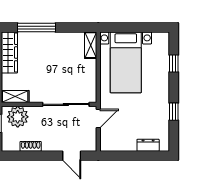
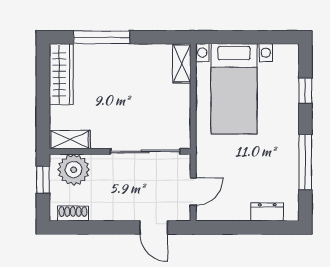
window: (174, 112) -> (305, 162), width x2.17
door: (98, 119) -> (193, 192), moved
shoe rack: (31, 146) -> (73, 214), moved

